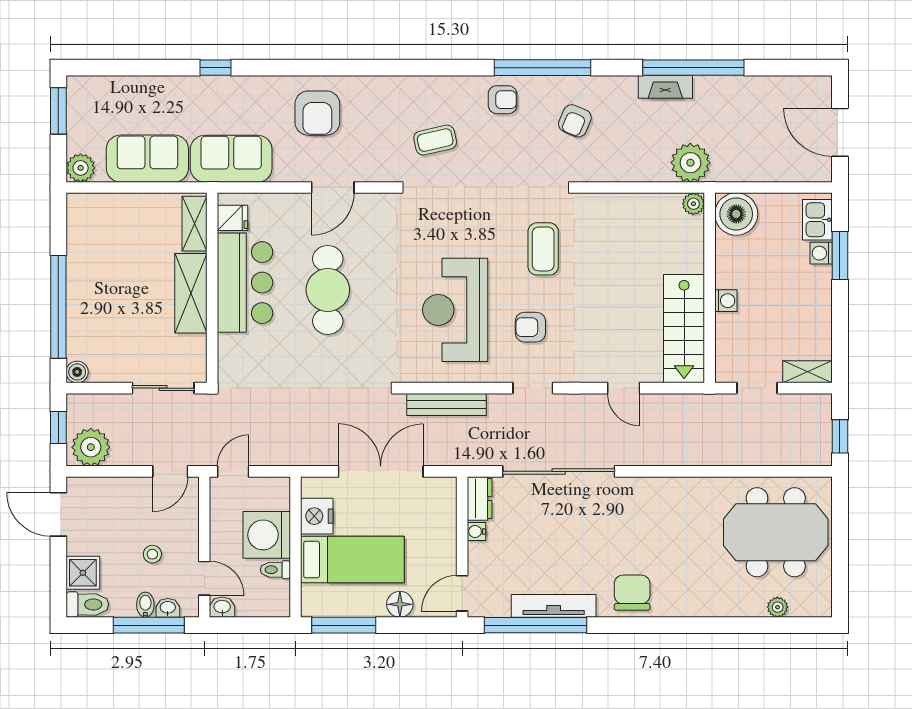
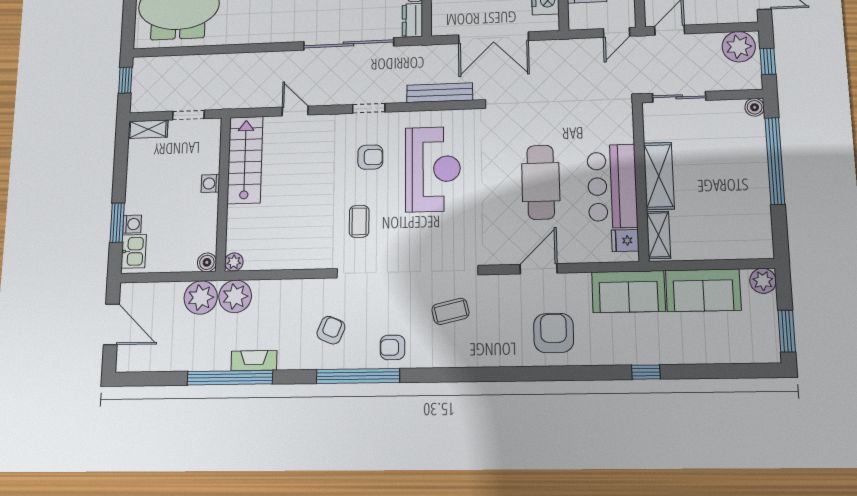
plant: (732, 162) -> (201, 297), added
boiler: (736, 214) -> (207, 262), width x0.54, depth x0.54
coffee table: (543, 249) -> (359, 221), width x0.73, depth x0.77

